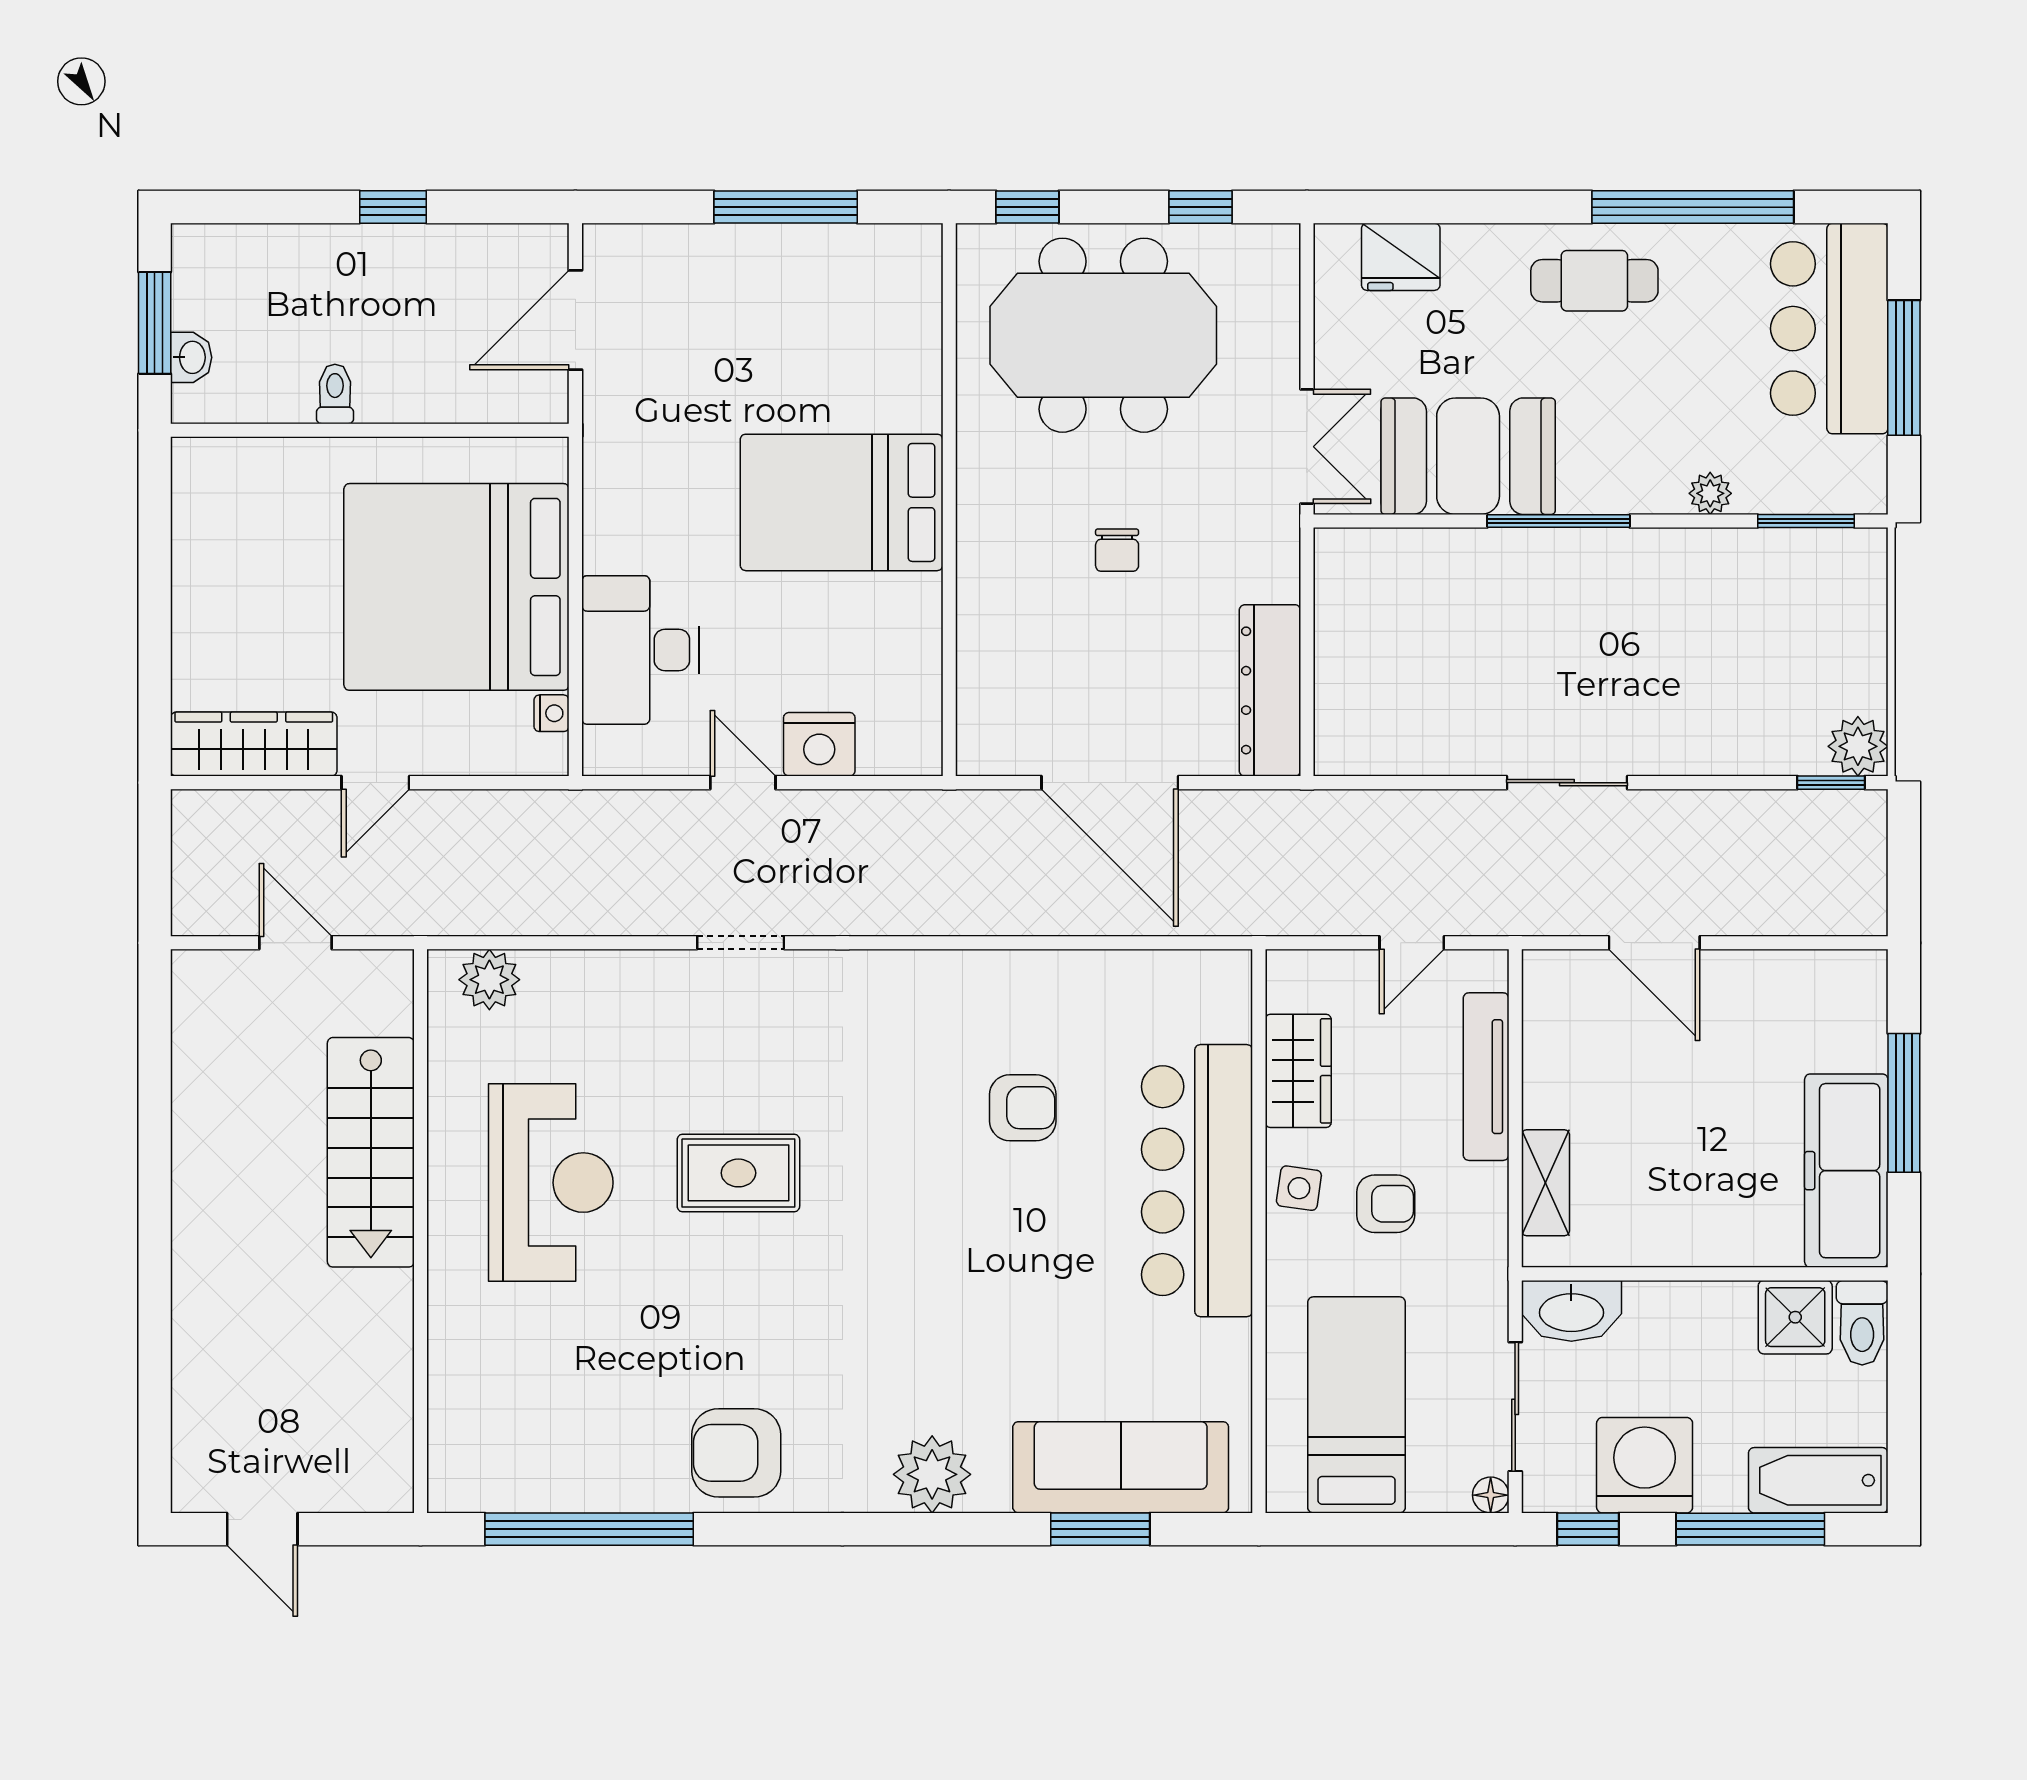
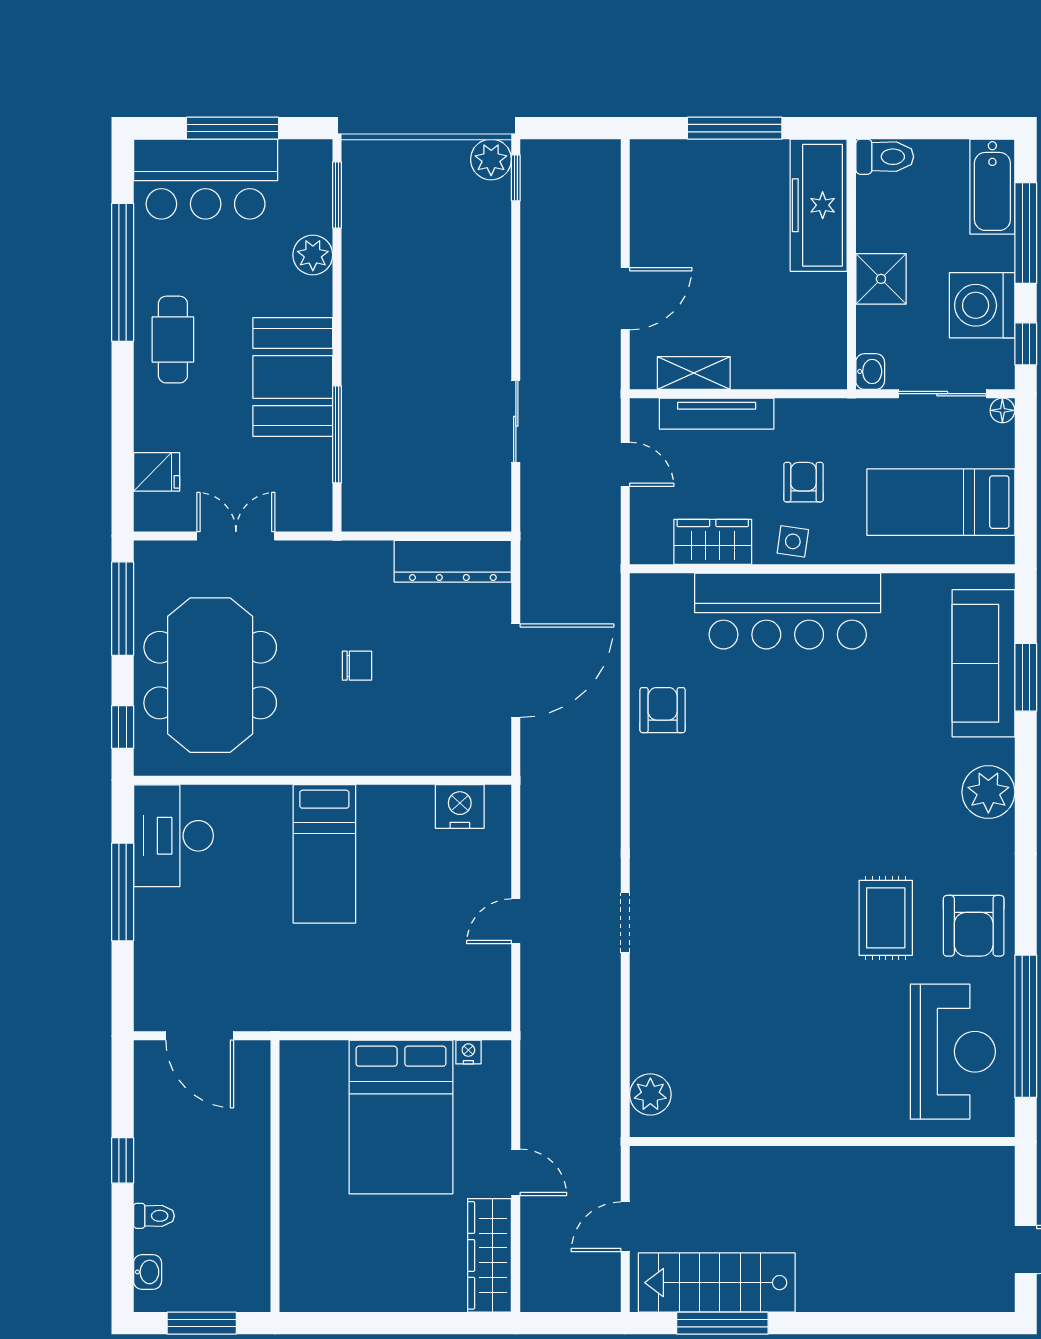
window: (1200, 207) -> (123, 609), width x2.17
fridge: (1401, 257) -> (157, 472), width x0.72
washbasin: (191, 357) -> (148, 1272), moved, turned 90
toilet: (335, 394) -> (154, 1216), moved, turned 180
double door: (1307, 447) -> (236, 536), moved
booth: (1468, 456) -> (293, 377), moved
plant: (1710, 493) -> (313, 255), width x1.38, depth x1.38
bed: (842, 502) -> (324, 854), width x0.67
window: (1558, 521) -> (337, 434), moved
bed: (456, 587) -> (401, 1117), width x0.73
desk: (640, 650) -> (173, 836), moved, turned 90
nightstand: (819, 744) -> (460, 807), moved, turned -90
sliding door: (1567, 783) -> (516, 421), moved
window: (155, 1085) -> (722, 1323), added
armchair: (1023, 1108) -> (663, 710), moved
stairs: (371, 1152) -> (717, 1283), moved, turned 180
freezer: (1846, 1171) -> (819, 205), moved, turned 90
rug: (738, 1173) -> (886, 918), moved
reception desk: (551, 1183) -> (953, 1052), moved, turned 90
shelving: (1545, 1183) -> (694, 373), moved
washbasin: (1571, 1311) -> (870, 371), width x0.52, depth x0.69
shower: (1795, 1317) -> (881, 279), moved

